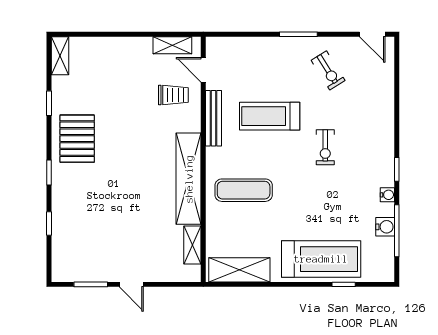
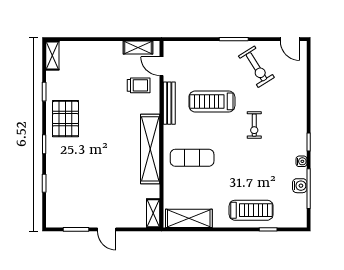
exercise bike: (328, 70) -> (256, 67), width x1.38, depth x1.39
shelving: (192, 245) -> (153, 213), moved
treadmill: (321, 259) -> (251, 210), width x0.73, depth x0.73

